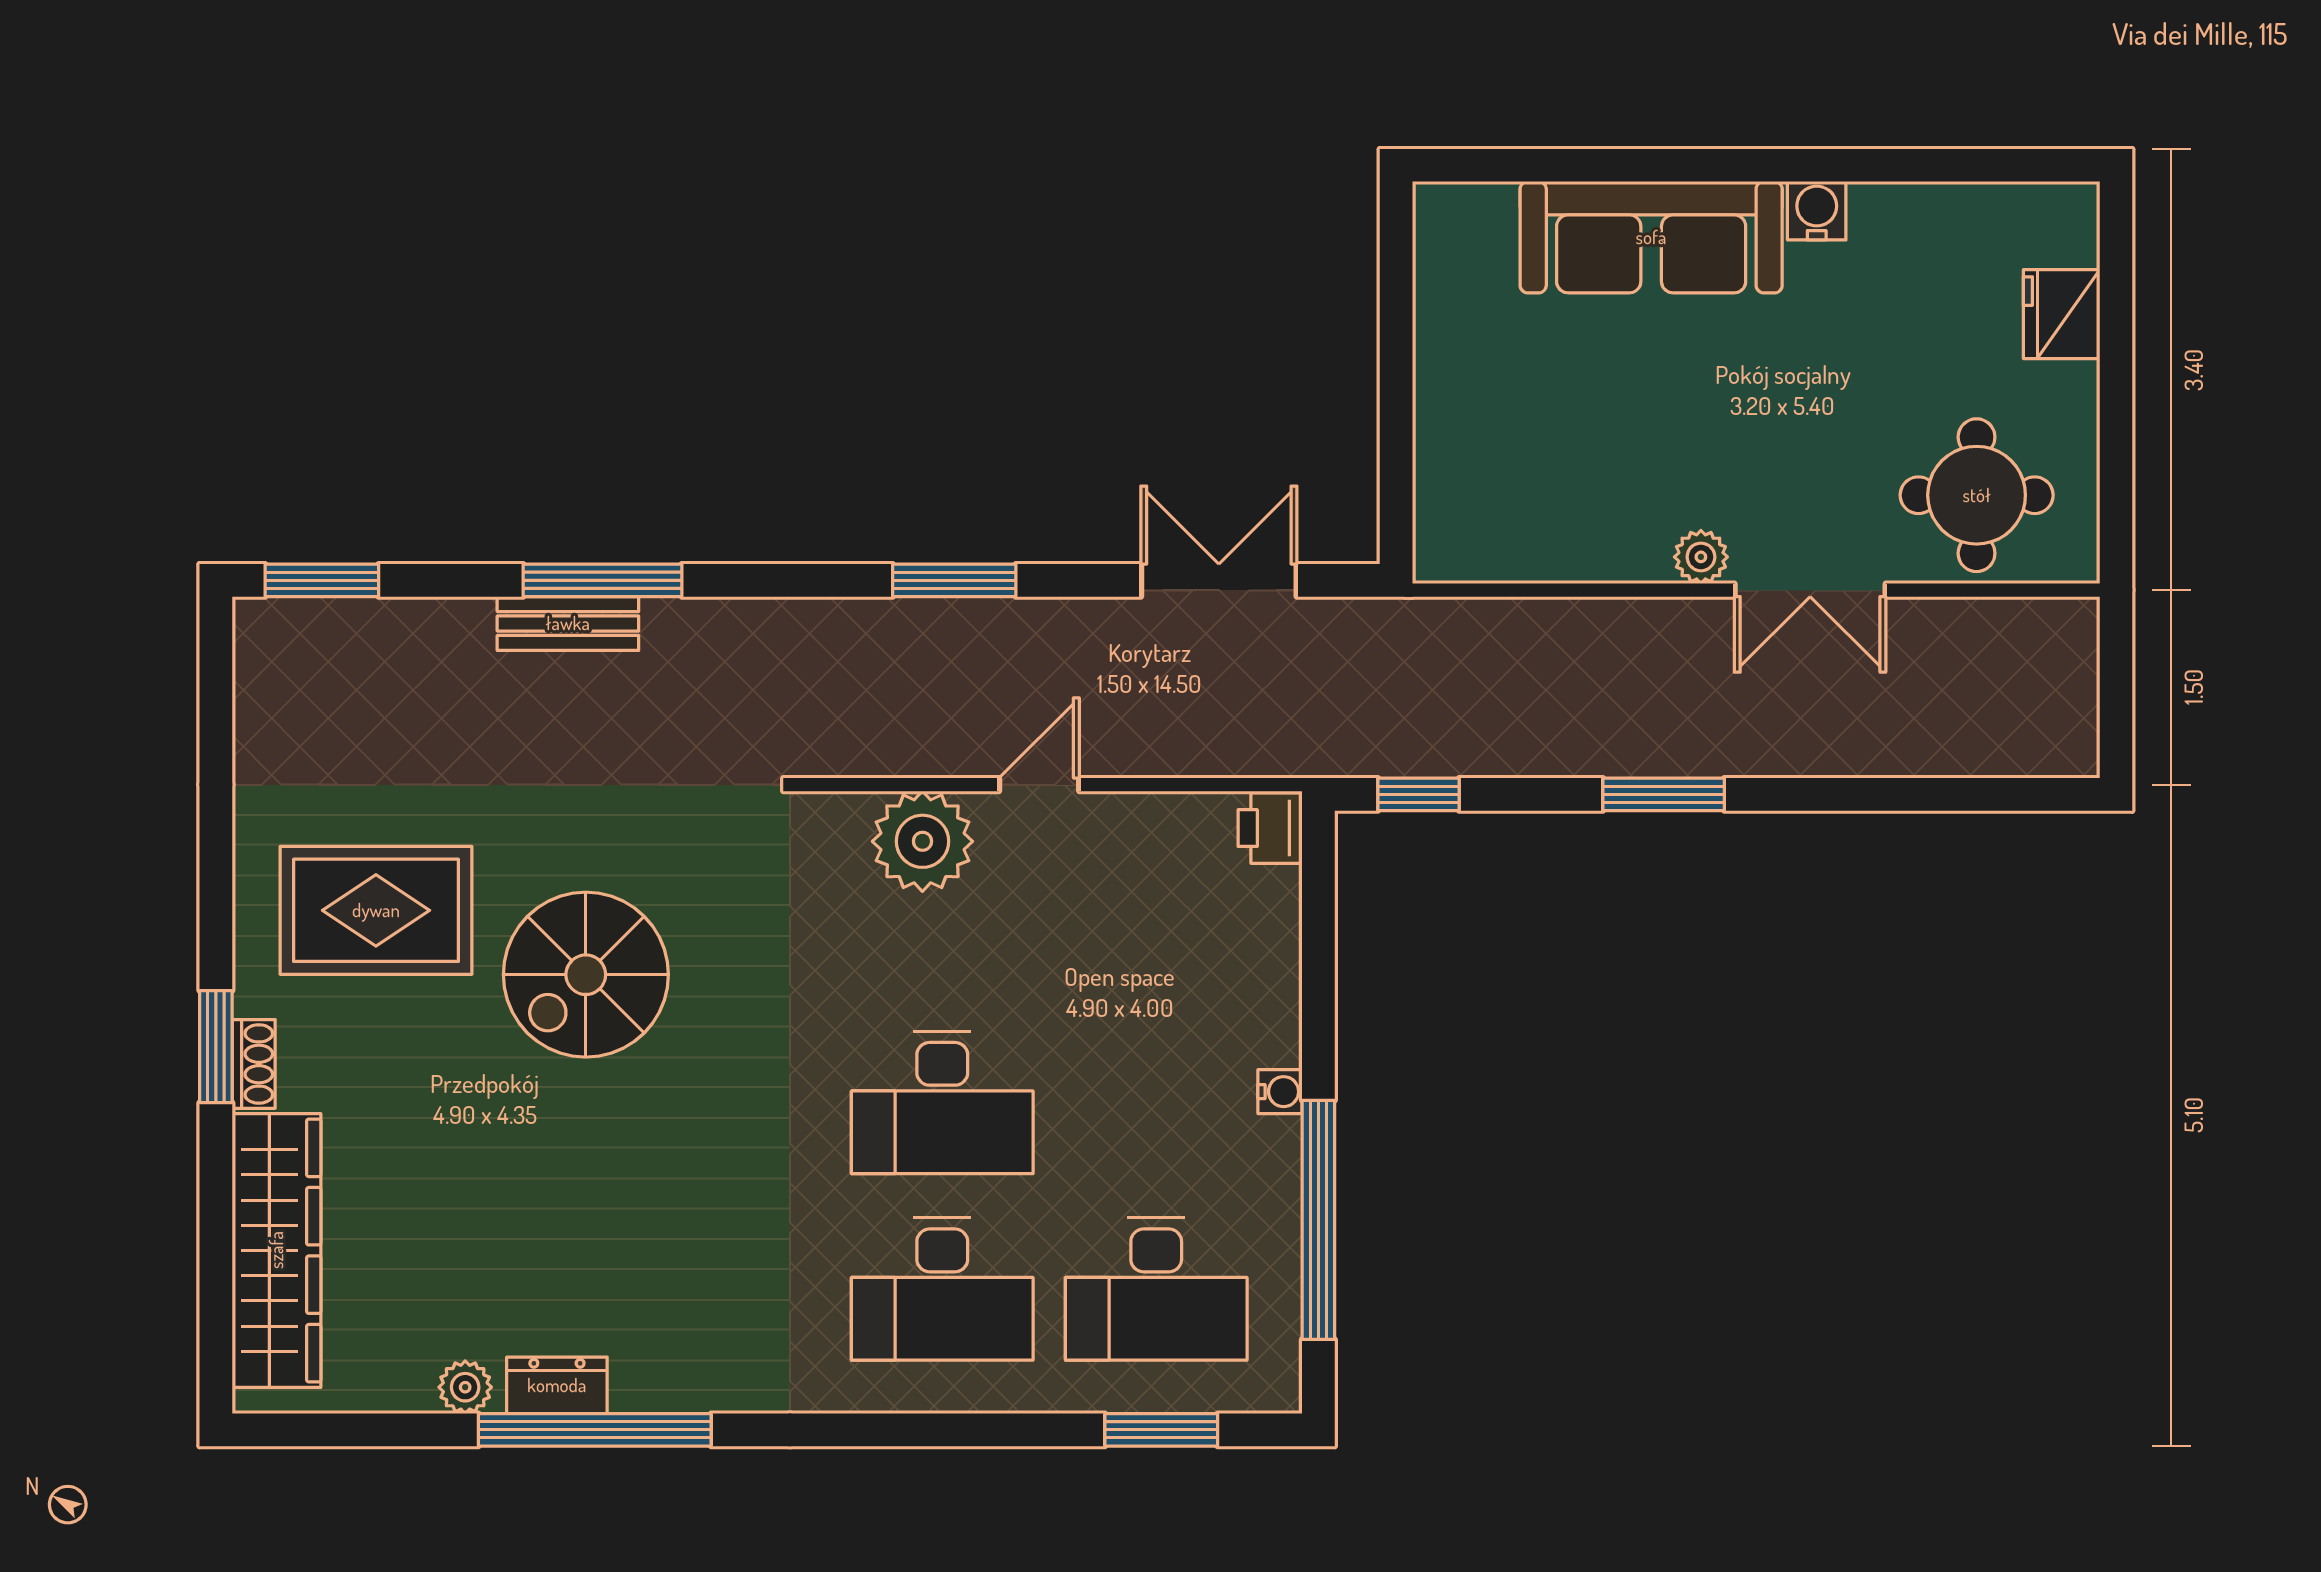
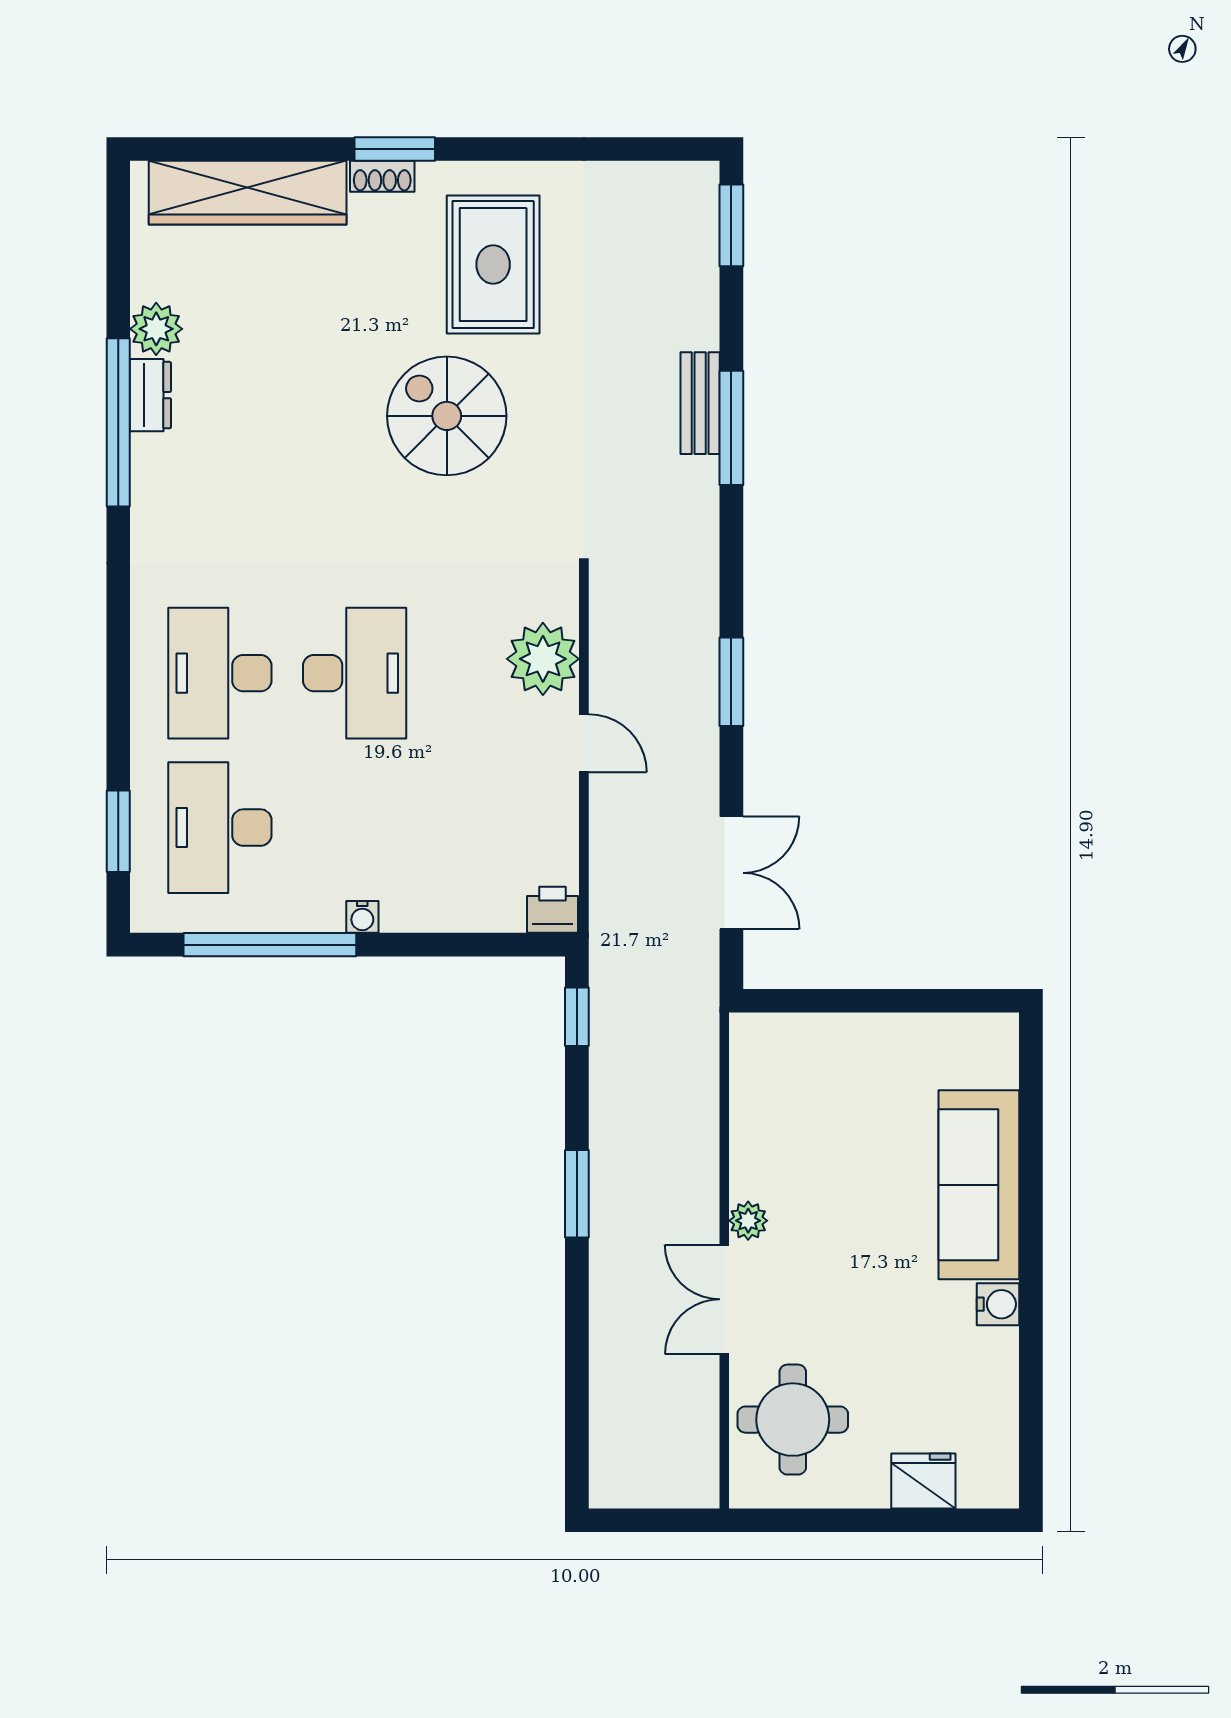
desk: (942, 1102) -> (355, 673), turned 180
plant: (465, 1387) -> (156, 329), width x1.38, depth x1.38

